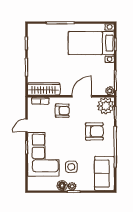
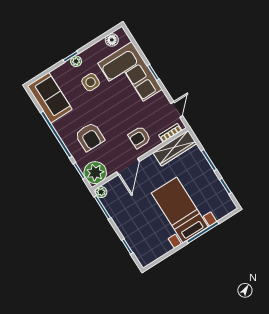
bed with nightstands: (91, 43) -> (180, 210), moved, turned -90
door: (26, 126) -> (177, 110), moved
armchair: (94, 131) -> (90, 137), turned -90
floor lamp: (62, 186) -> (112, 40), moved

